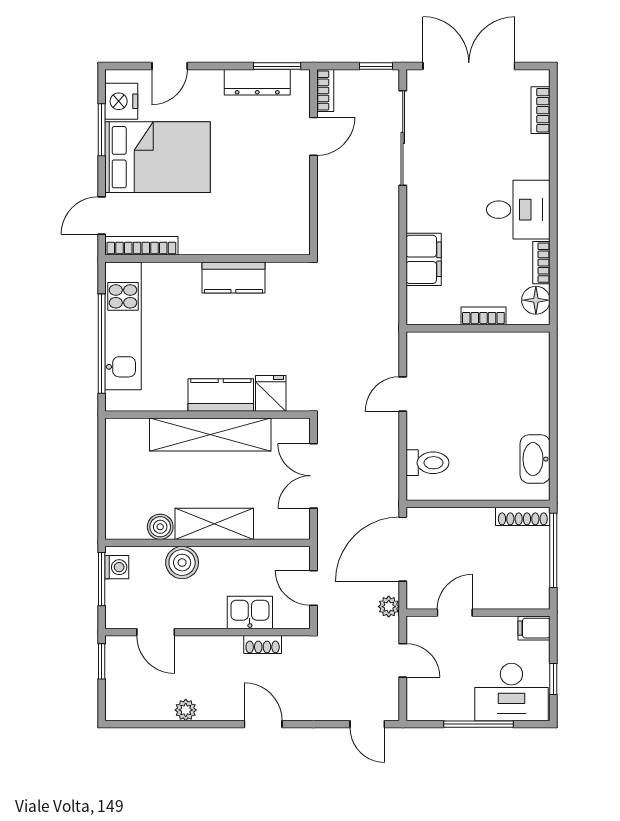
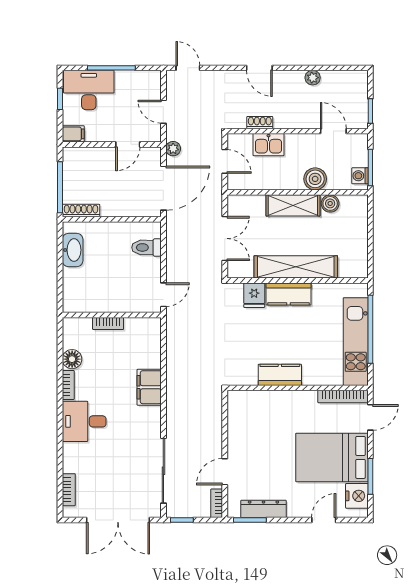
bookcase: (483, 316) -> (108, 323), moved
wall: (478, 328) -> (112, 315), moved

